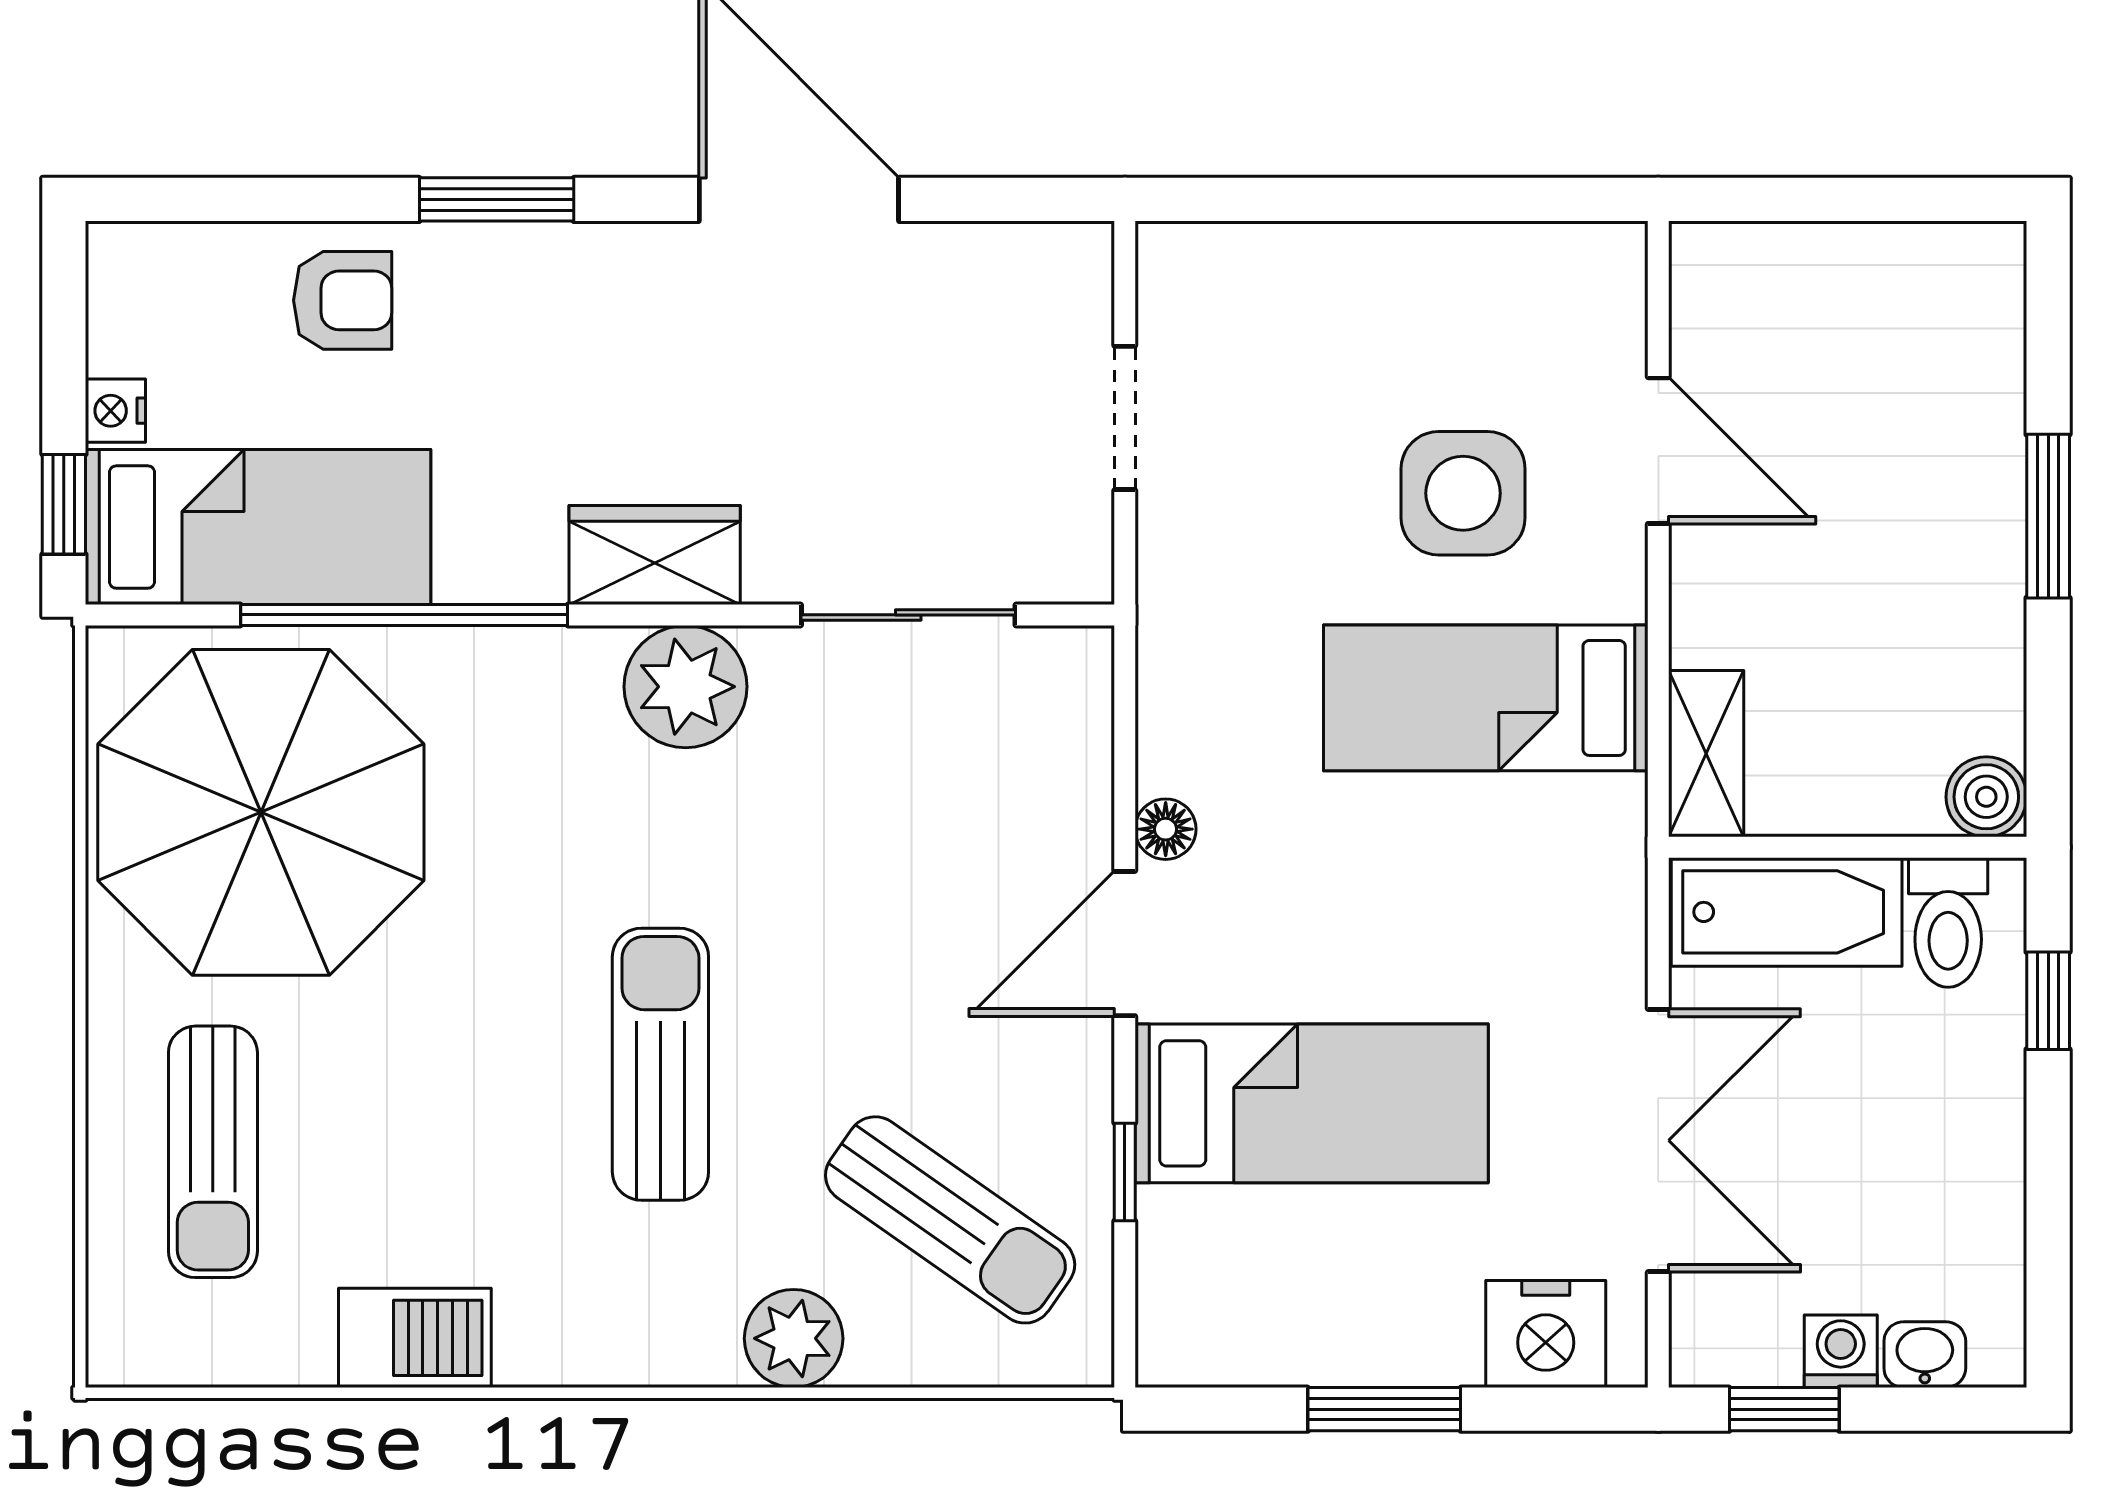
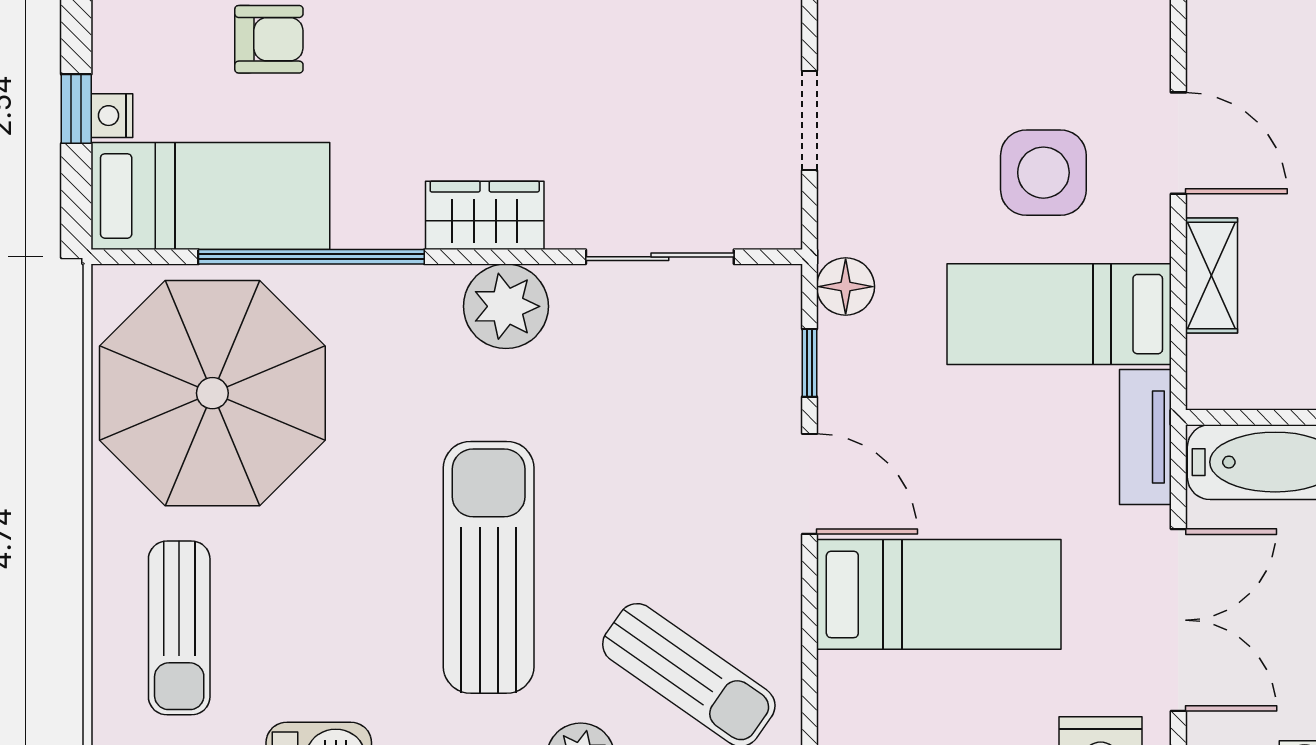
window: (64, 504) -> (76, 109), moved
shelving: (1706, 754) -> (1211, 276), moved
floor lamp: (1166, 829) -> (846, 287), moved, width x1.37, depth x1.37
tv unit: (1611, 876) -> (1145, 437), added
door: (1125, 944) -> (810, 484), swing flipped
sun lounger: (660, 1064) -> (489, 567), width x1.36, depth x1.34
window: (1125, 1172) -> (810, 363), moved

